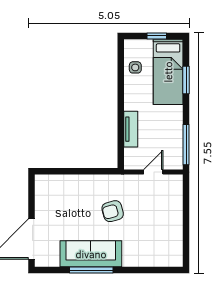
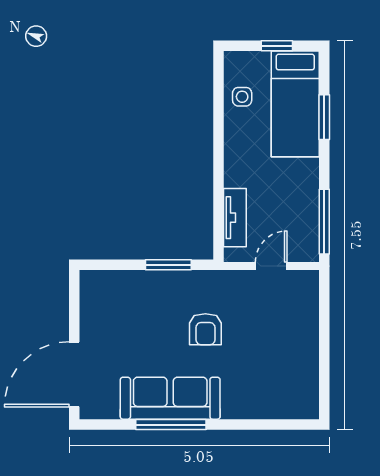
tv unit: (131, 129) -> (235, 218), moved
window: (90, 171) -> (168, 265), added
armchair: (113, 211) -> (205, 329), turned -75

